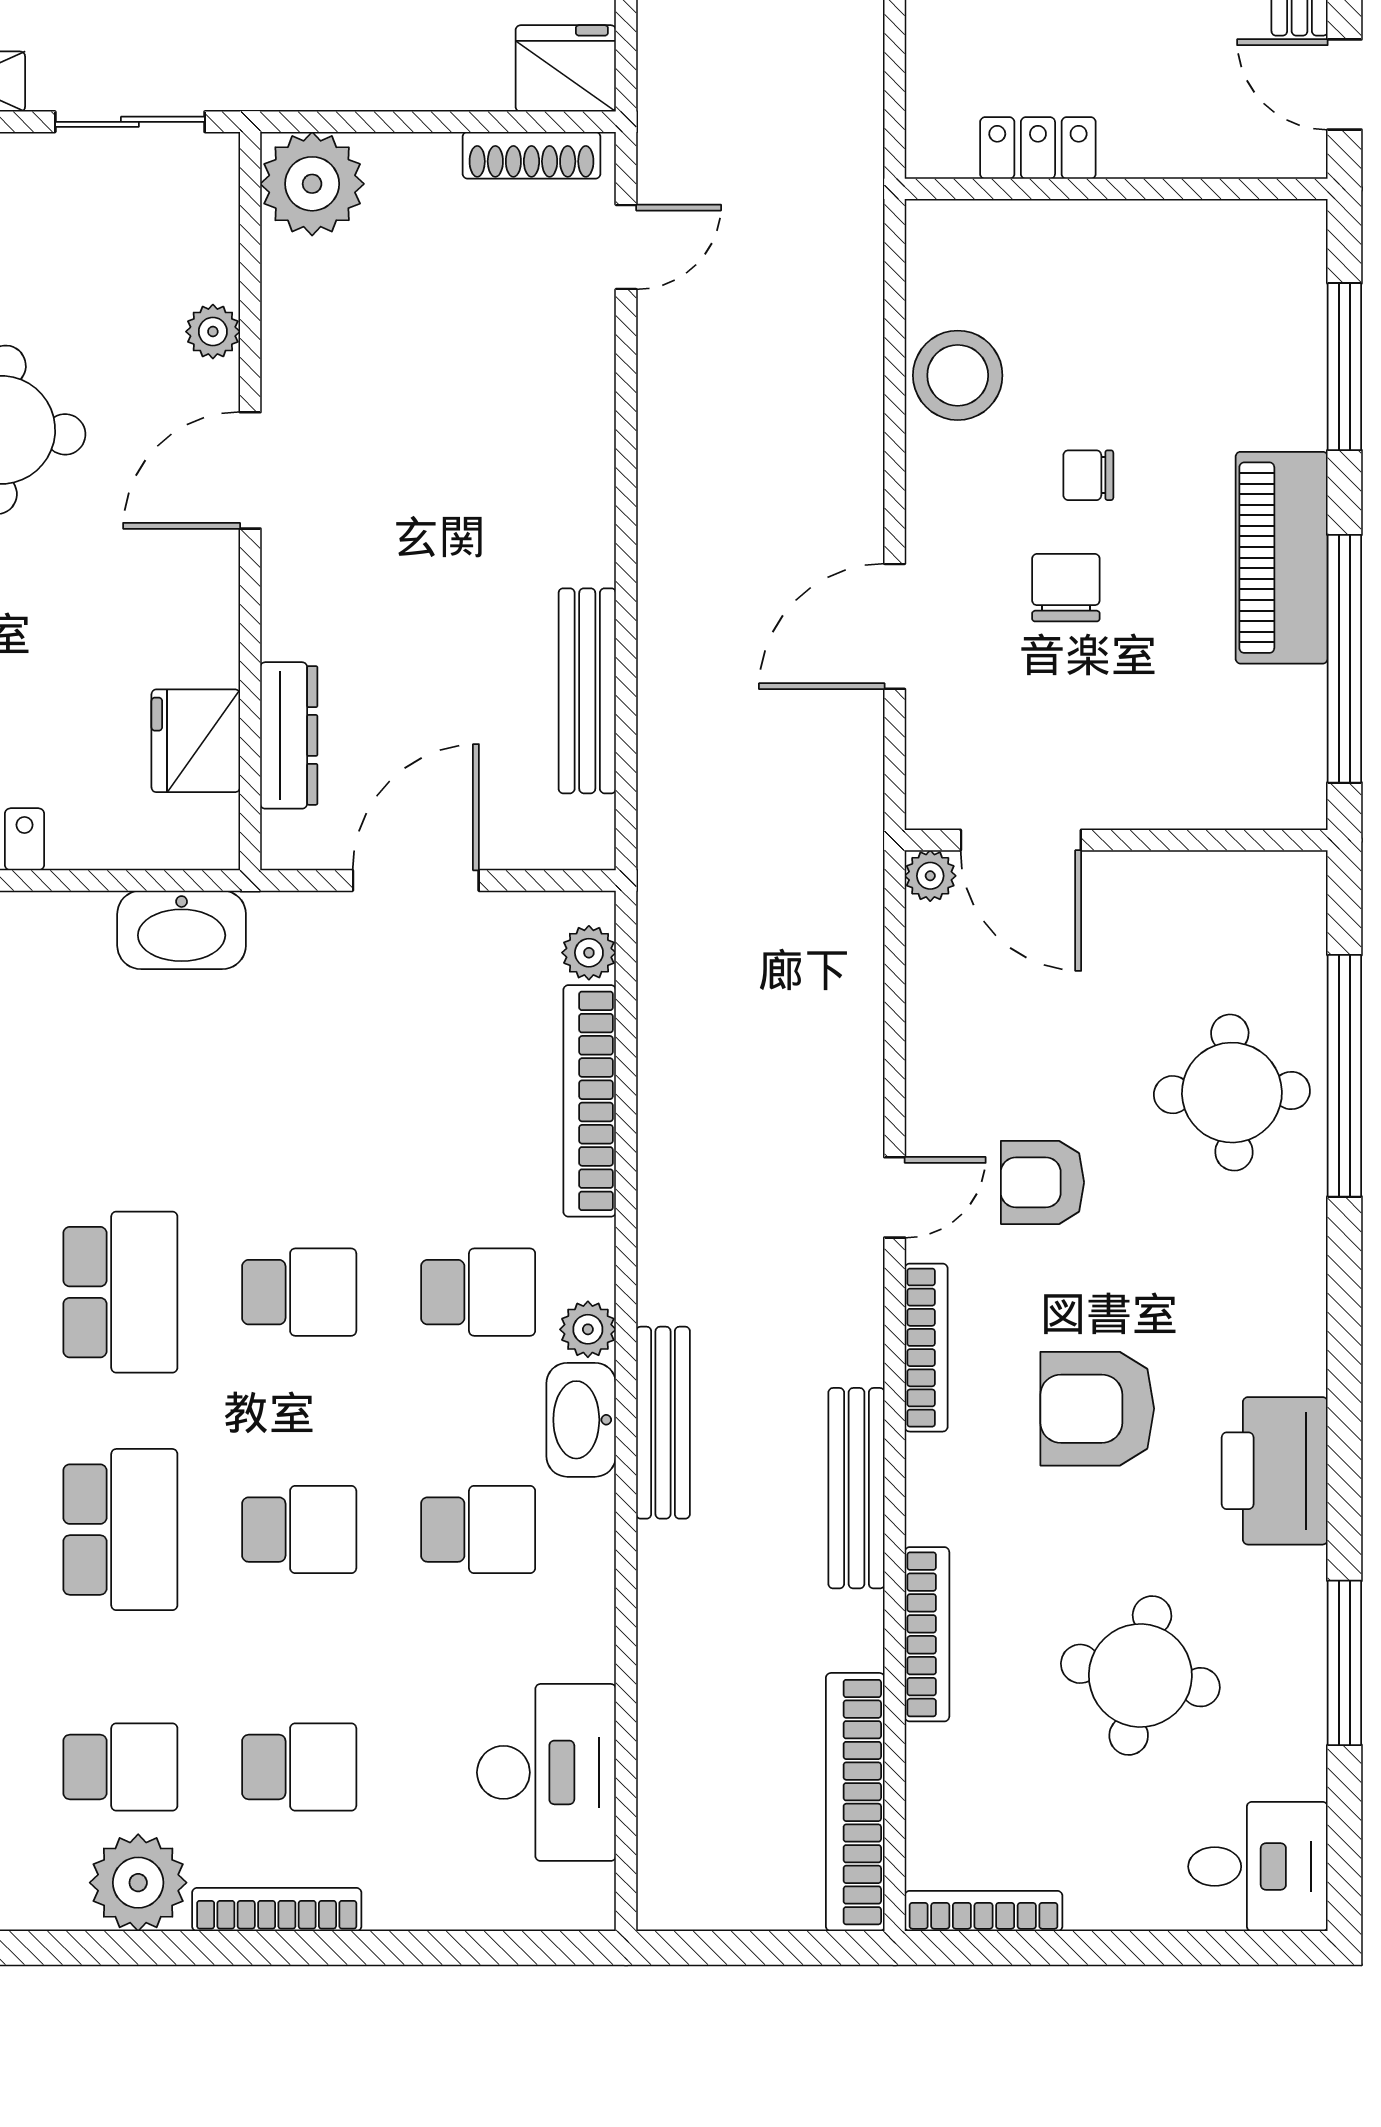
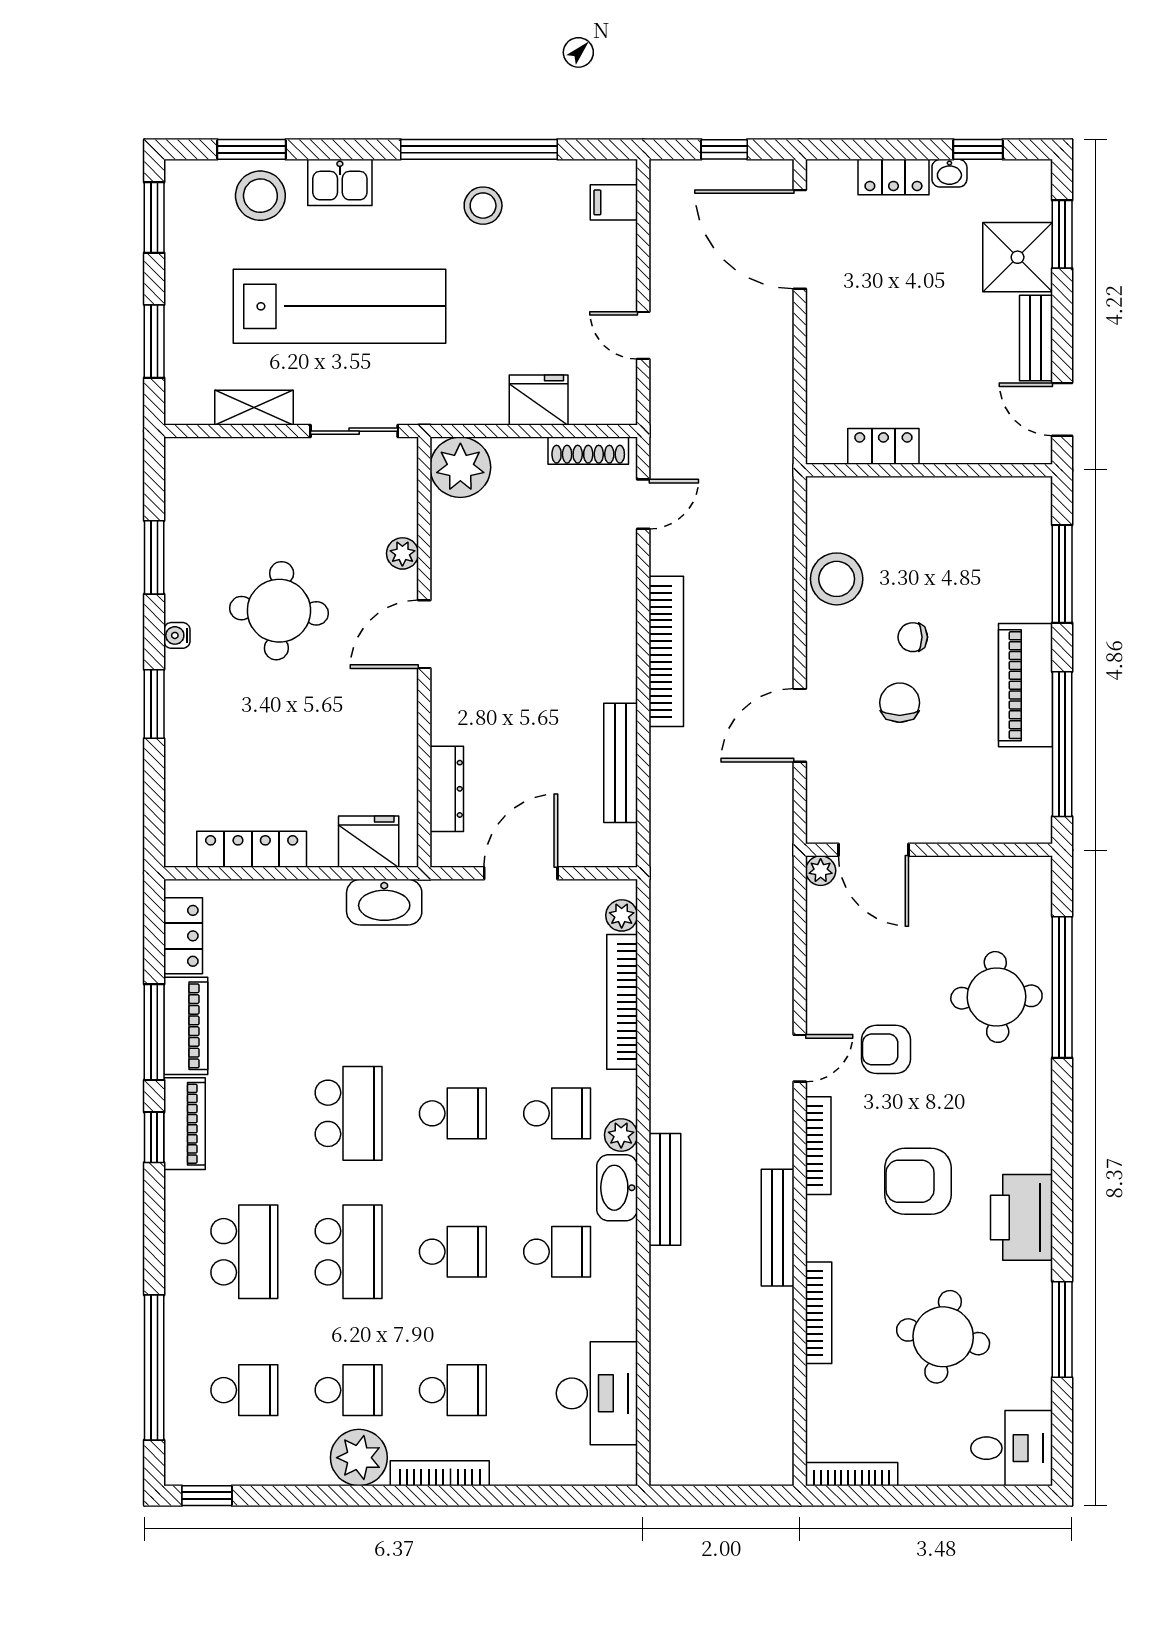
fridge: (566, 68) -> (539, 400), moved
fridge: (196, 741) -> (369, 842), moved, turned 90
bookcase: (855, 1802) -> (666, 651), moved, turned 180

